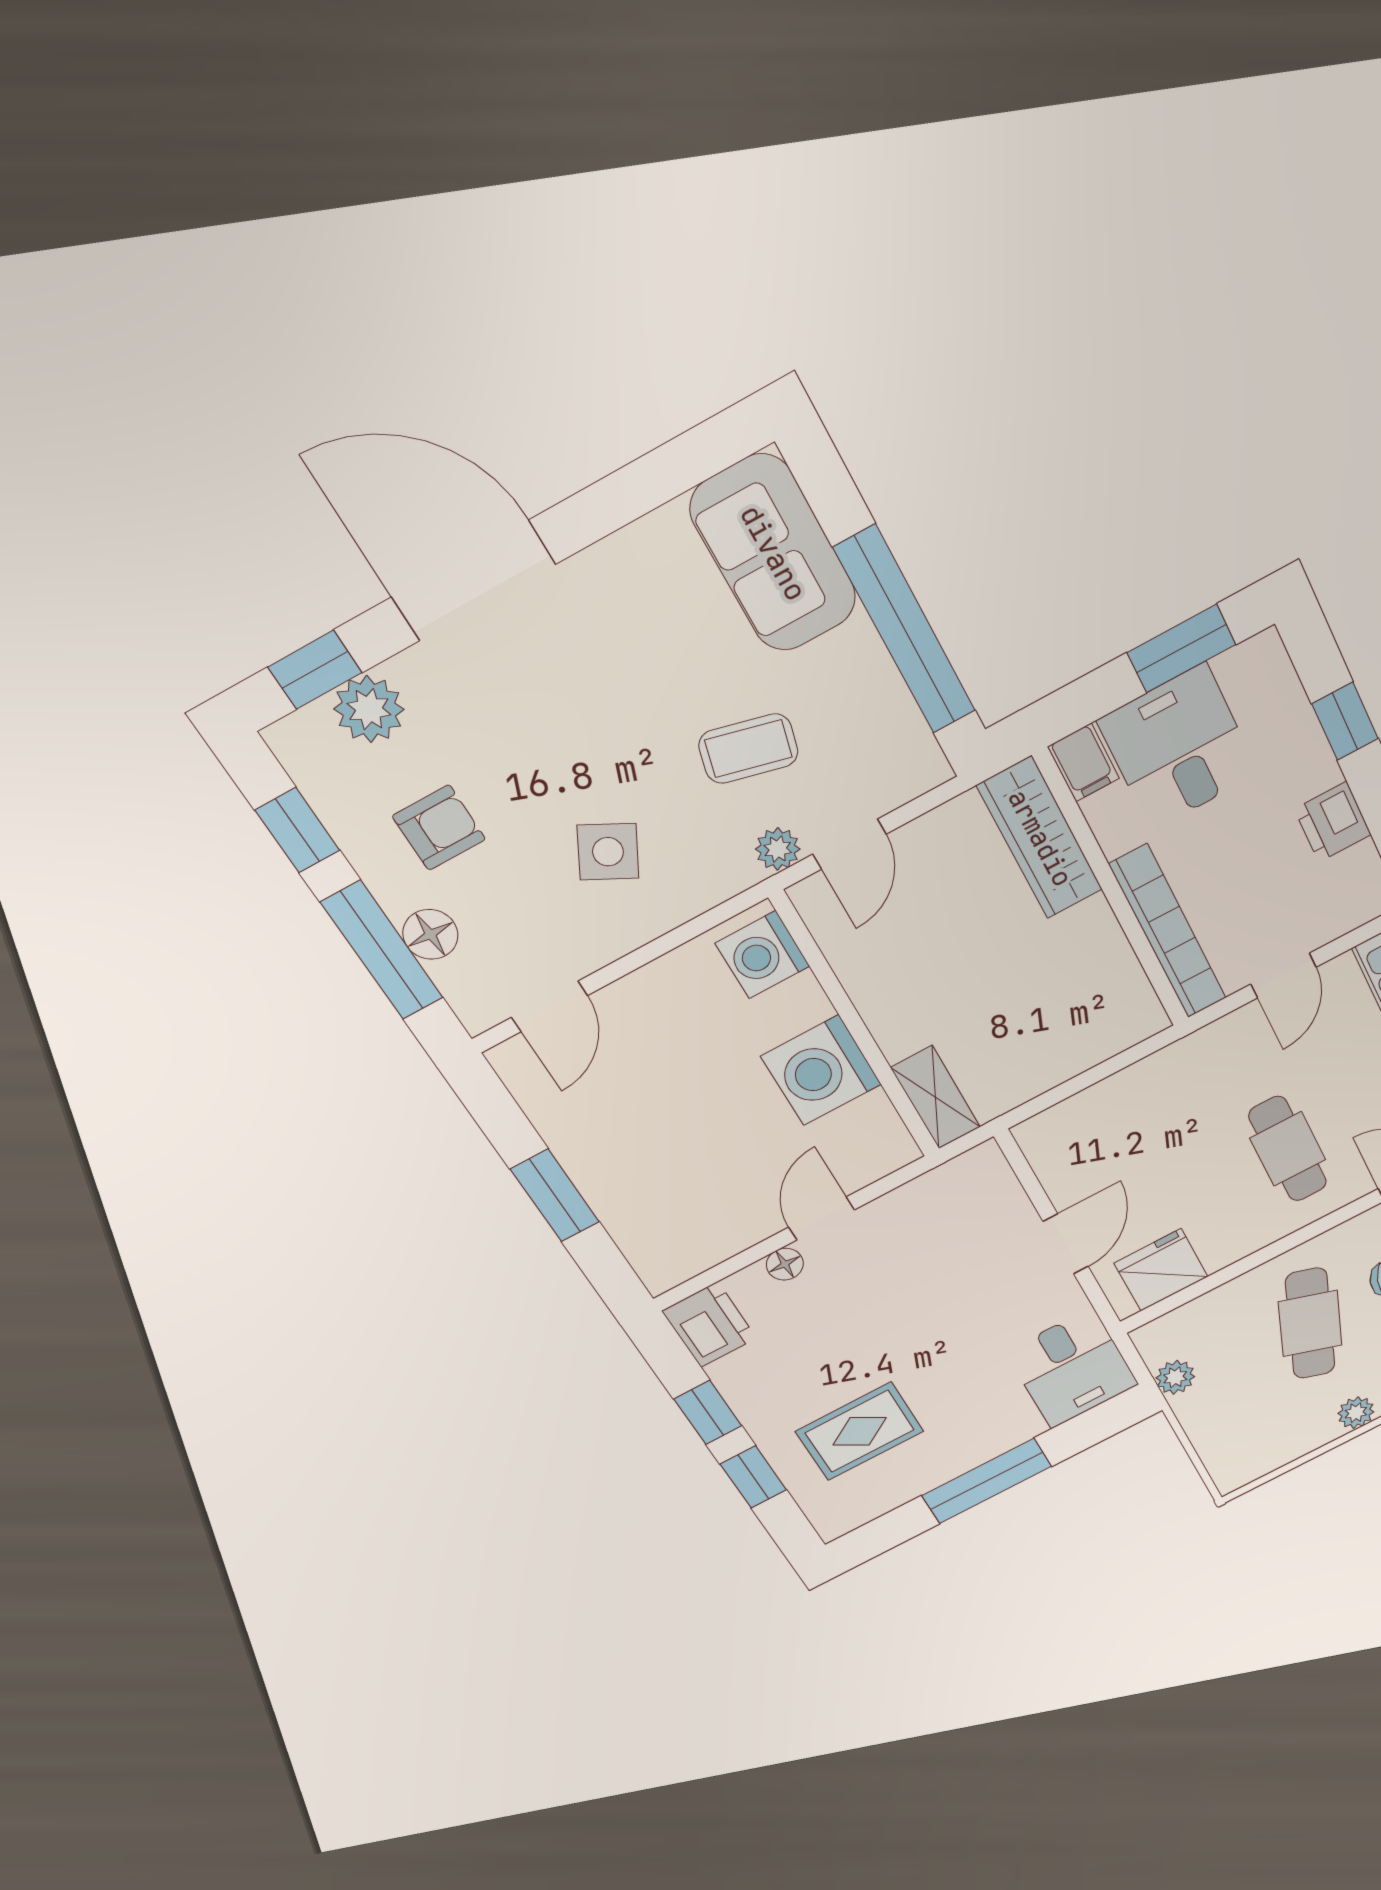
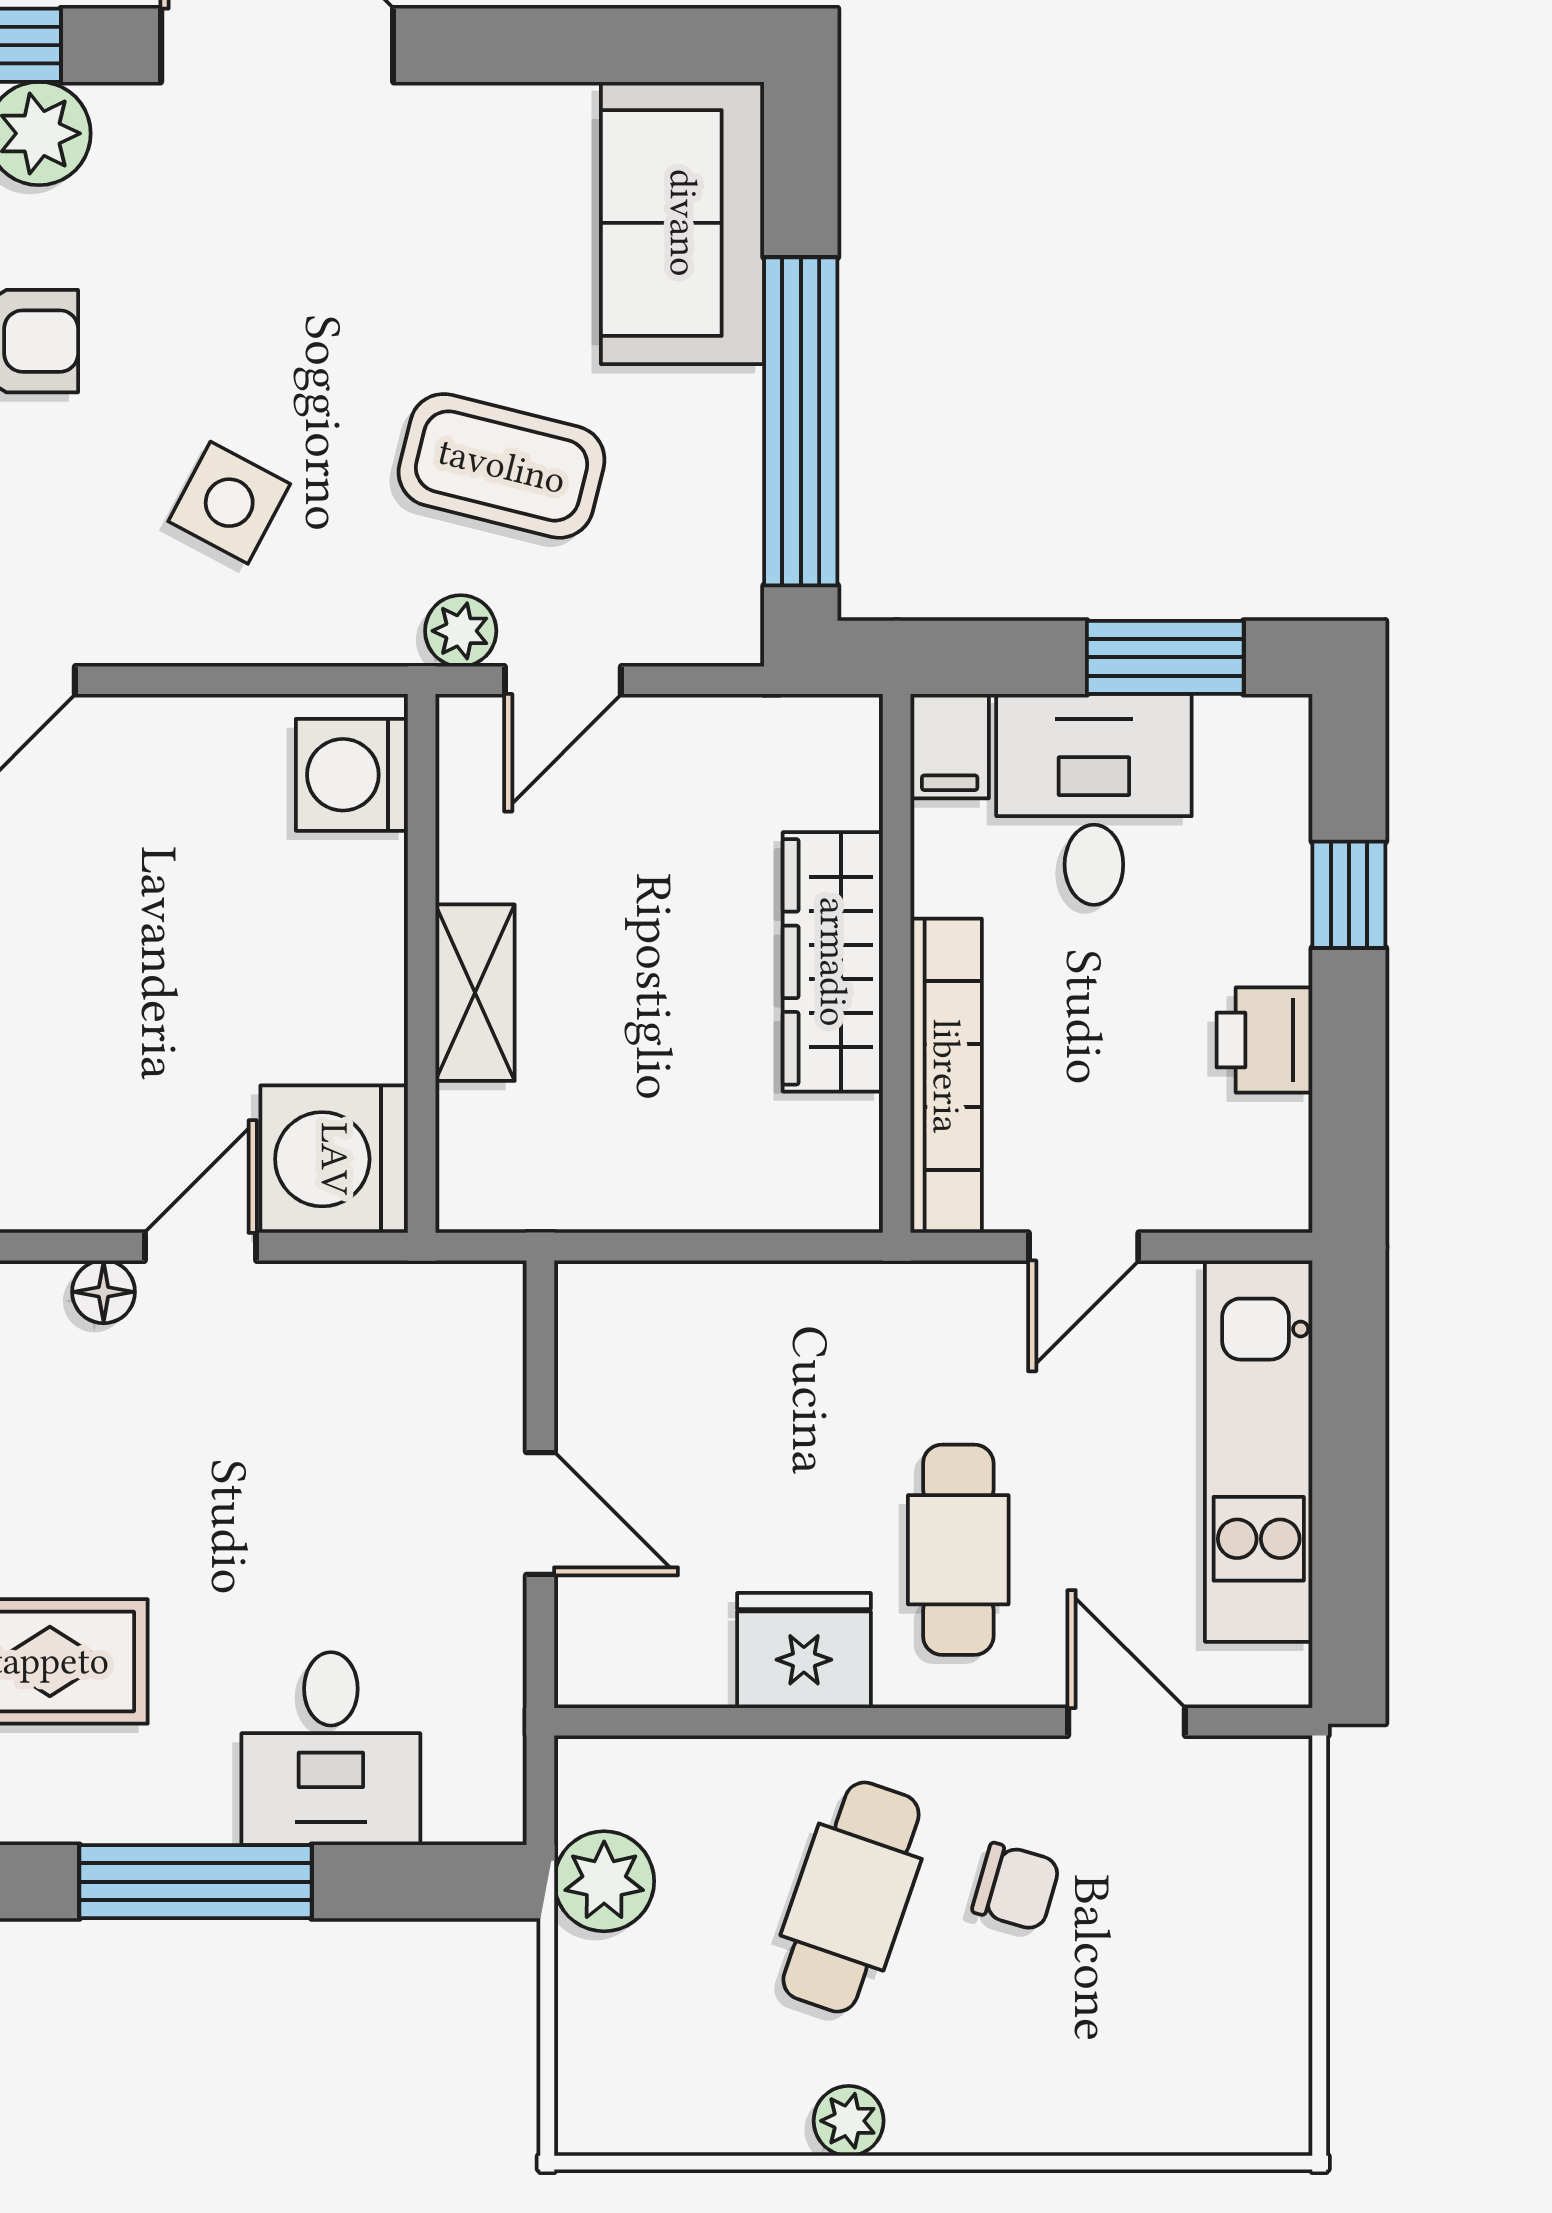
coffee table: (748, 749) -> (502, 466), width x1.36, depth x1.30
wardrobe: (1040, 838) -> (833, 962), moved
washing machine: (821, 1070) -> (334, 1159), moved
shelving: (936, 1097) -> (475, 993), moved
door: (1066, 1244) -> (540, 1514), hinge flipped
fridge: (1161, 1270) -> (804, 1651), moved
desk: (1072, 1368) -> (331, 1749), moved
plant: (1175, 1377) -> (604, 1881), width x1.38, depth x1.38

